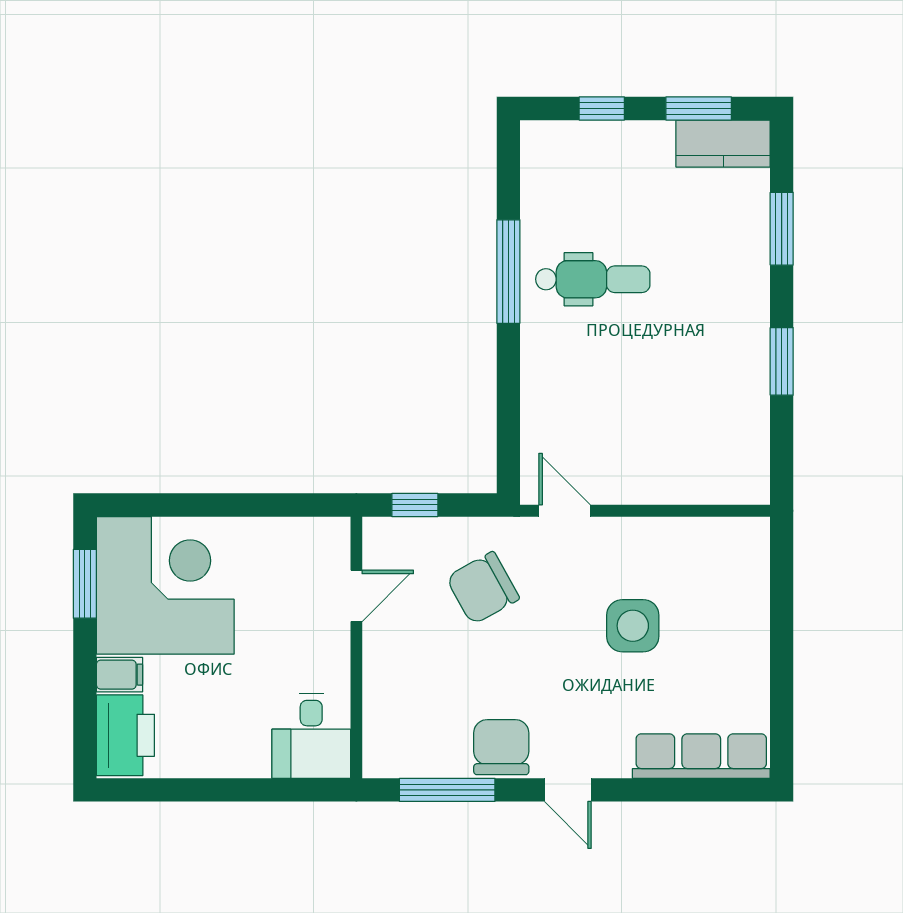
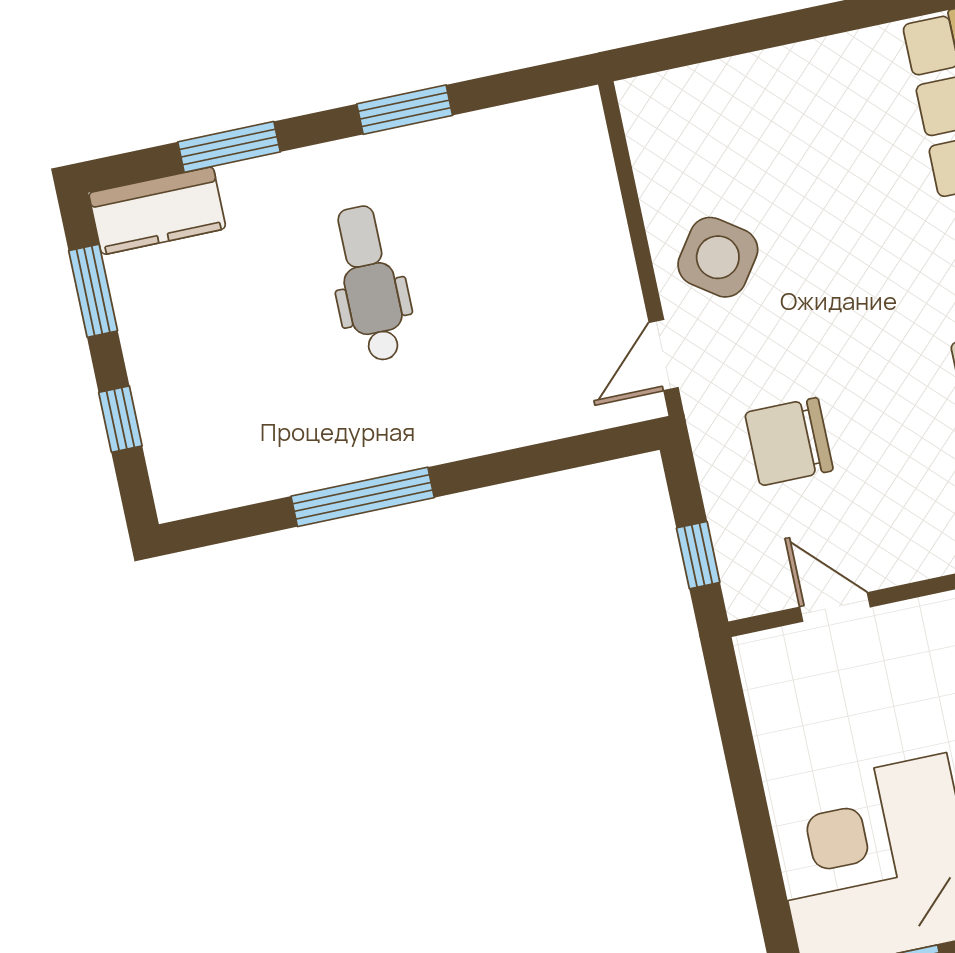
kitchen counter: (723, 144) -> (157, 211), moved, turned 90
dental chair: (593, 279) -> (370, 283), moved
chair: (483, 588) -> (789, 442), turned 119
side table: (633, 626) -> (718, 257), moved, turned 35

